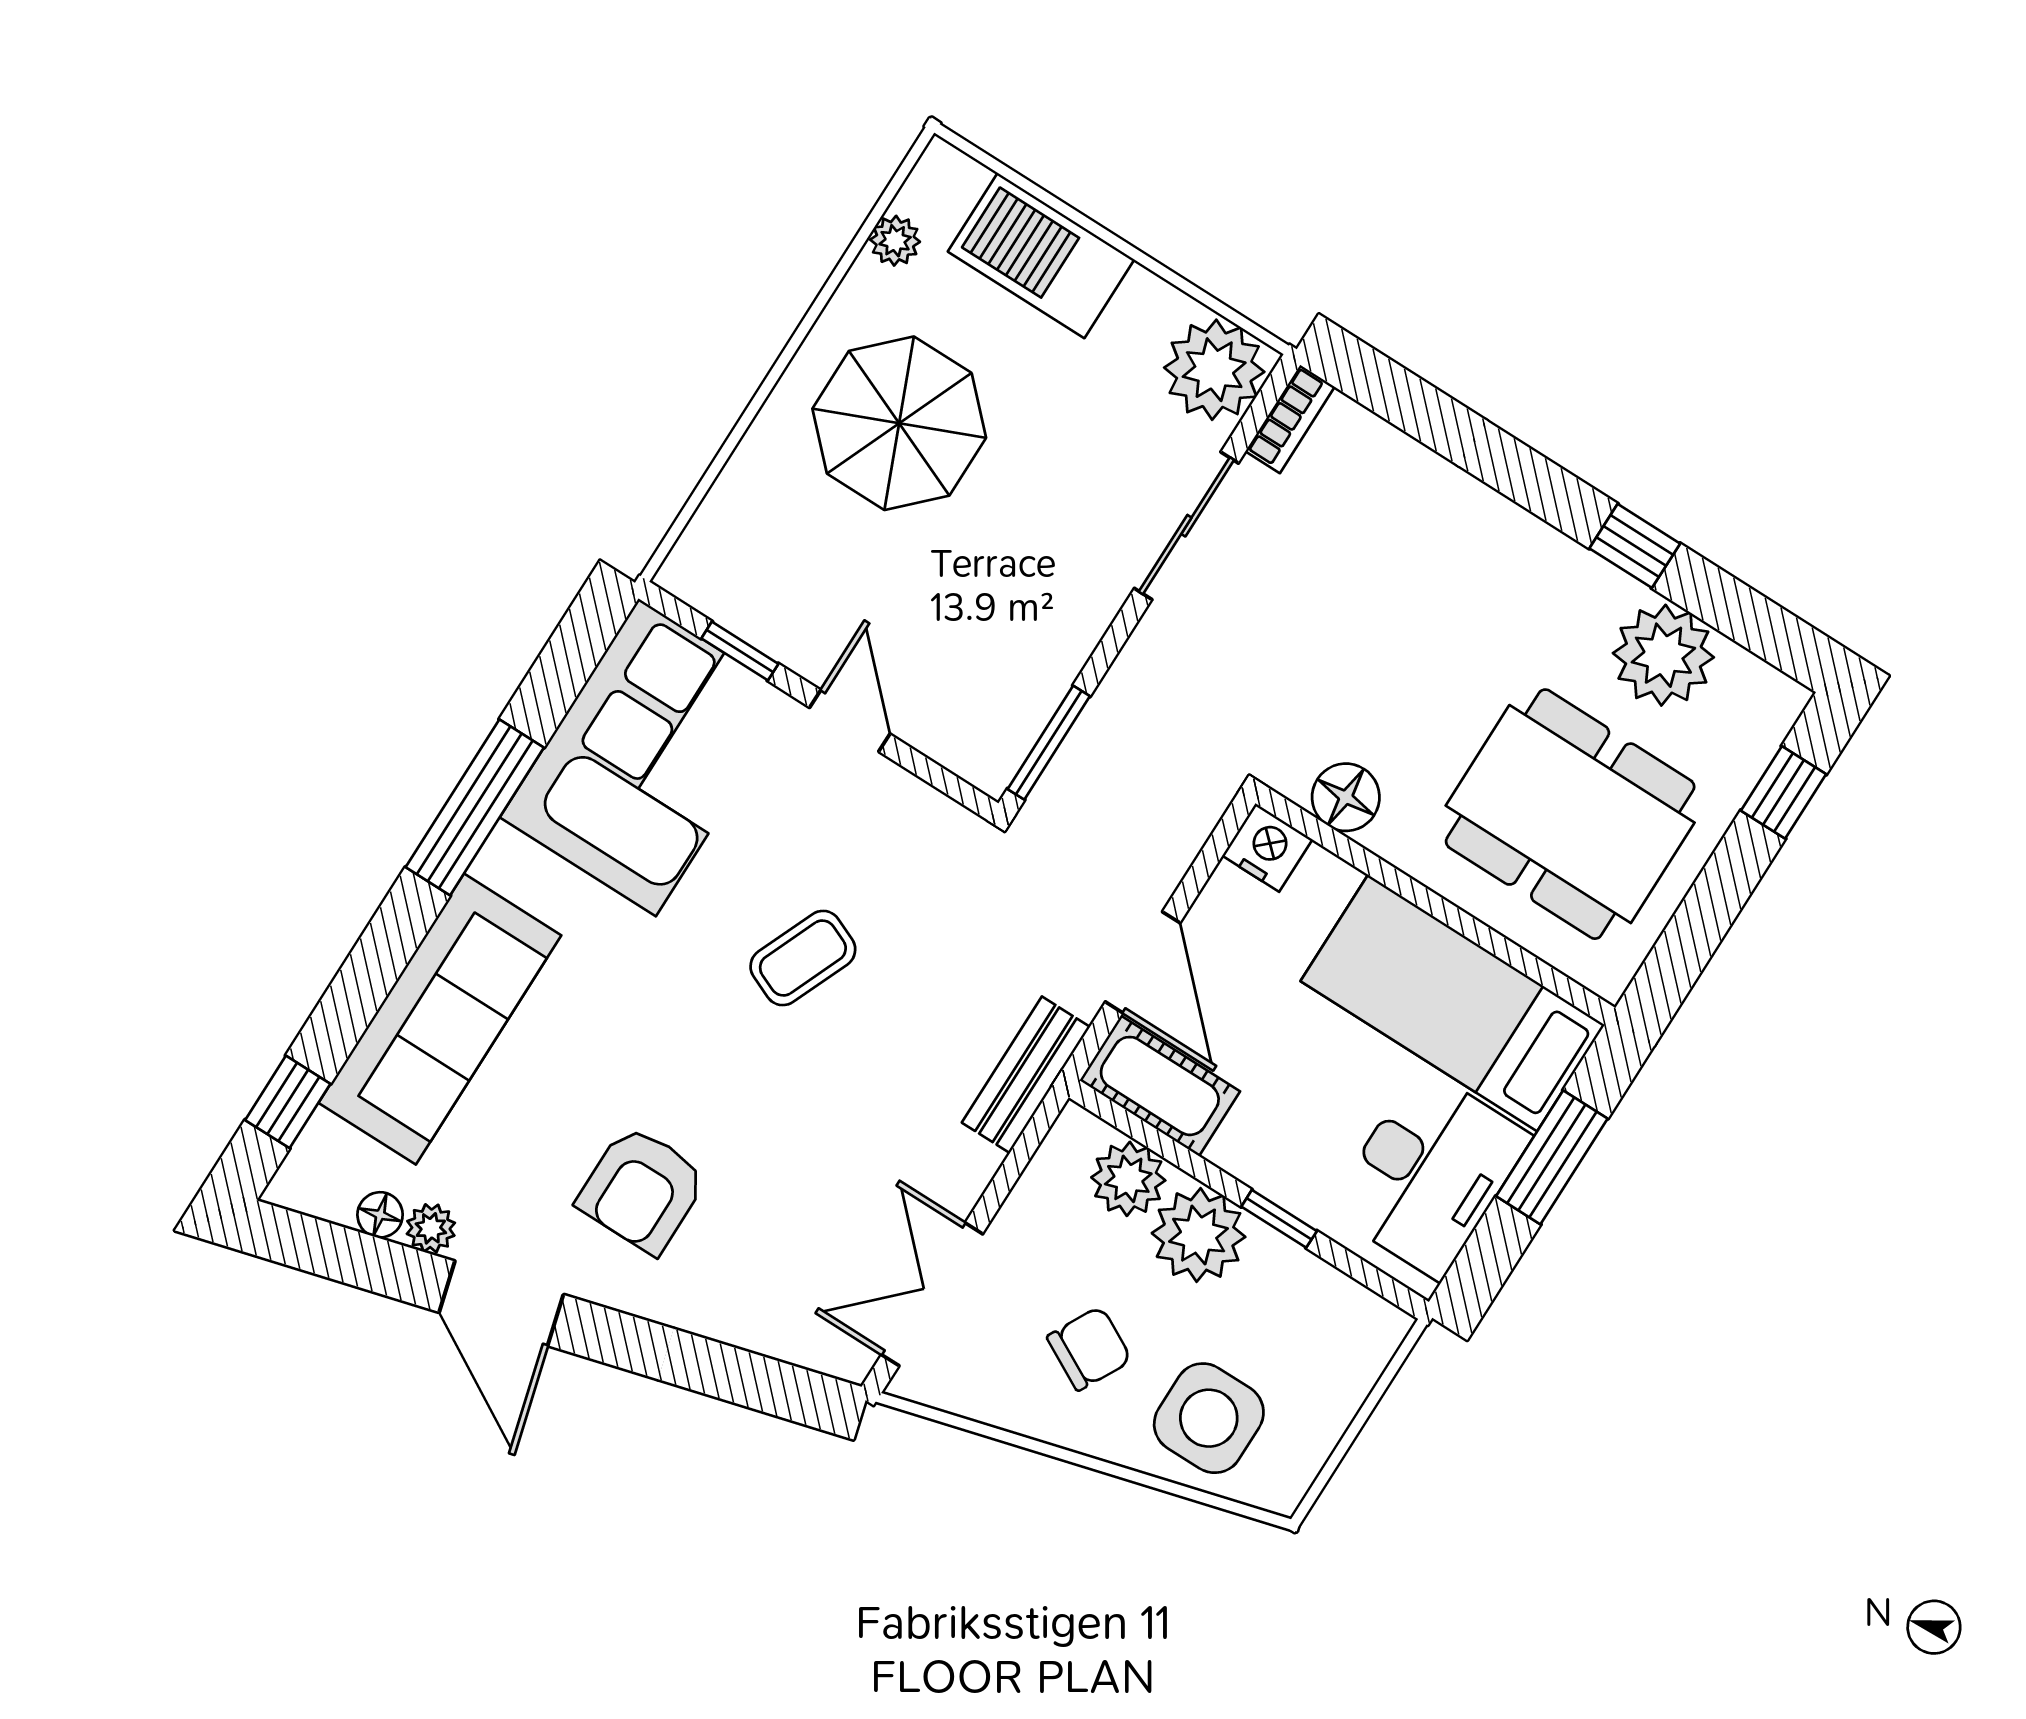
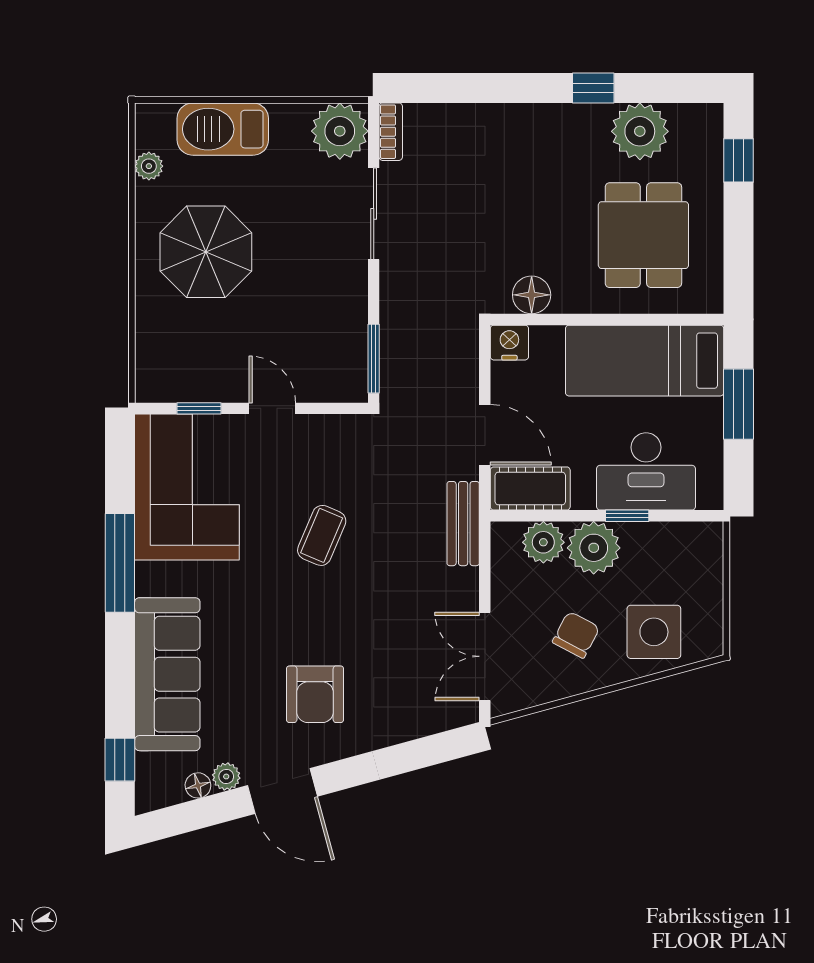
dining table: (1570, 814) -> (643, 235), width x0.73
desk: (1429, 1173) -> (646, 471), moved, turned 90

